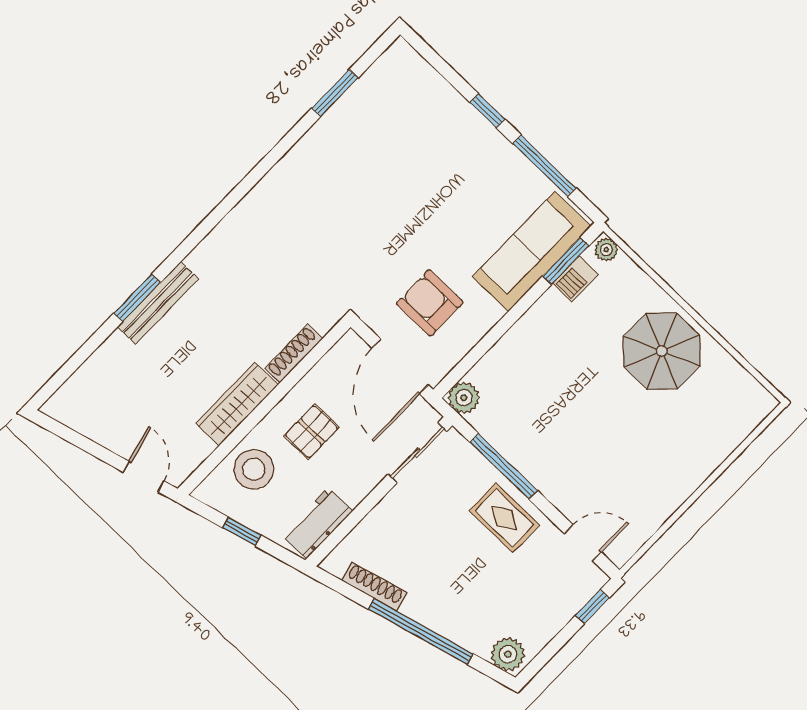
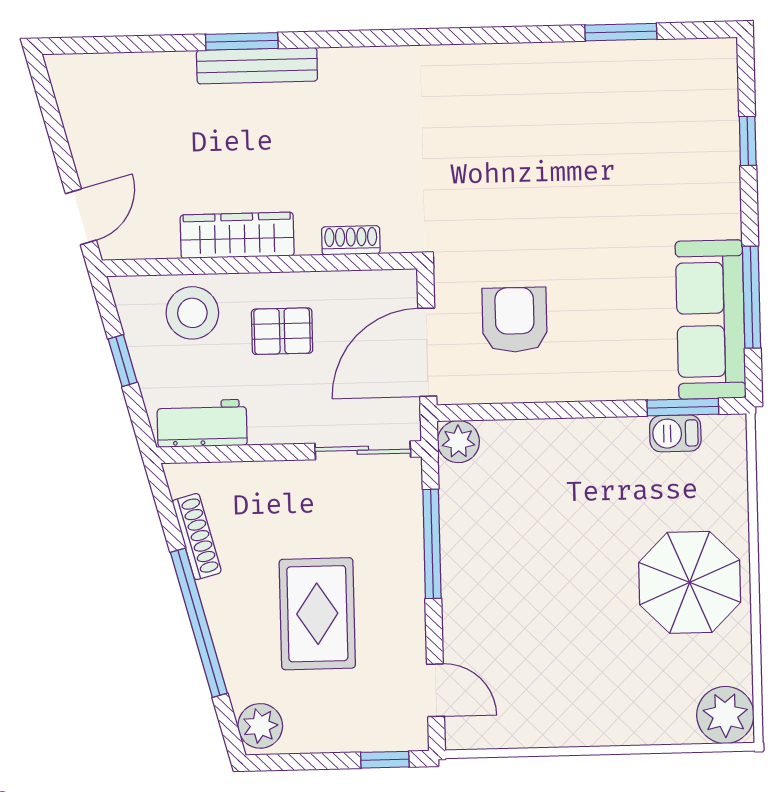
window: (487, 111) -> (748, 141), moved
plant: (606, 250) -> (725, 715), moved, width x1.87, depth x1.87
sofa: (532, 252) -> (711, 320), moved, turned -90
shoe rack: (294, 354) -> (351, 240), width x0.70
rug: (504, 518) -> (317, 614), moved, width x1.36, depth x1.43

